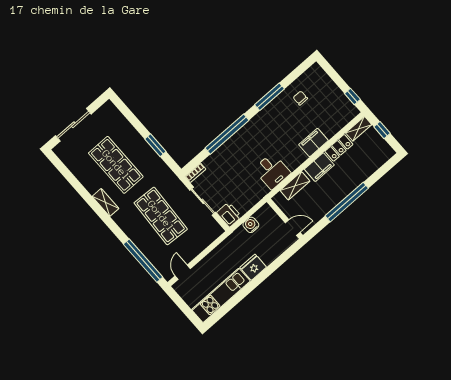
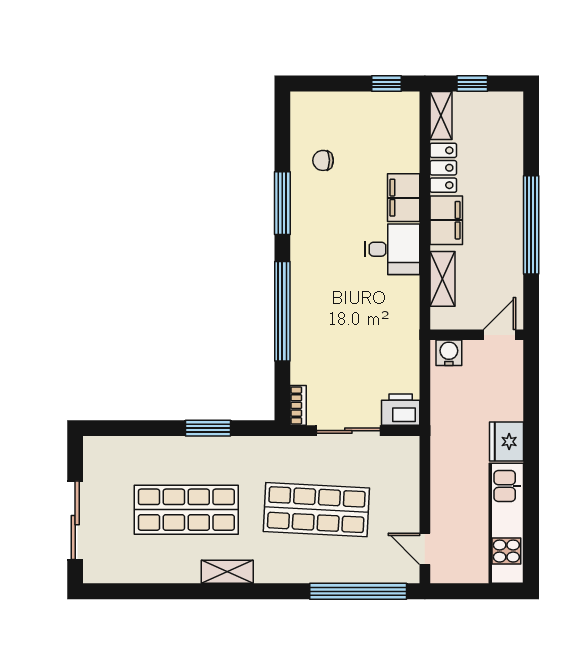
desk: (272, 171) -> (392, 249), moved
water cooler: (251, 225) -> (449, 353), moved, turned 90

